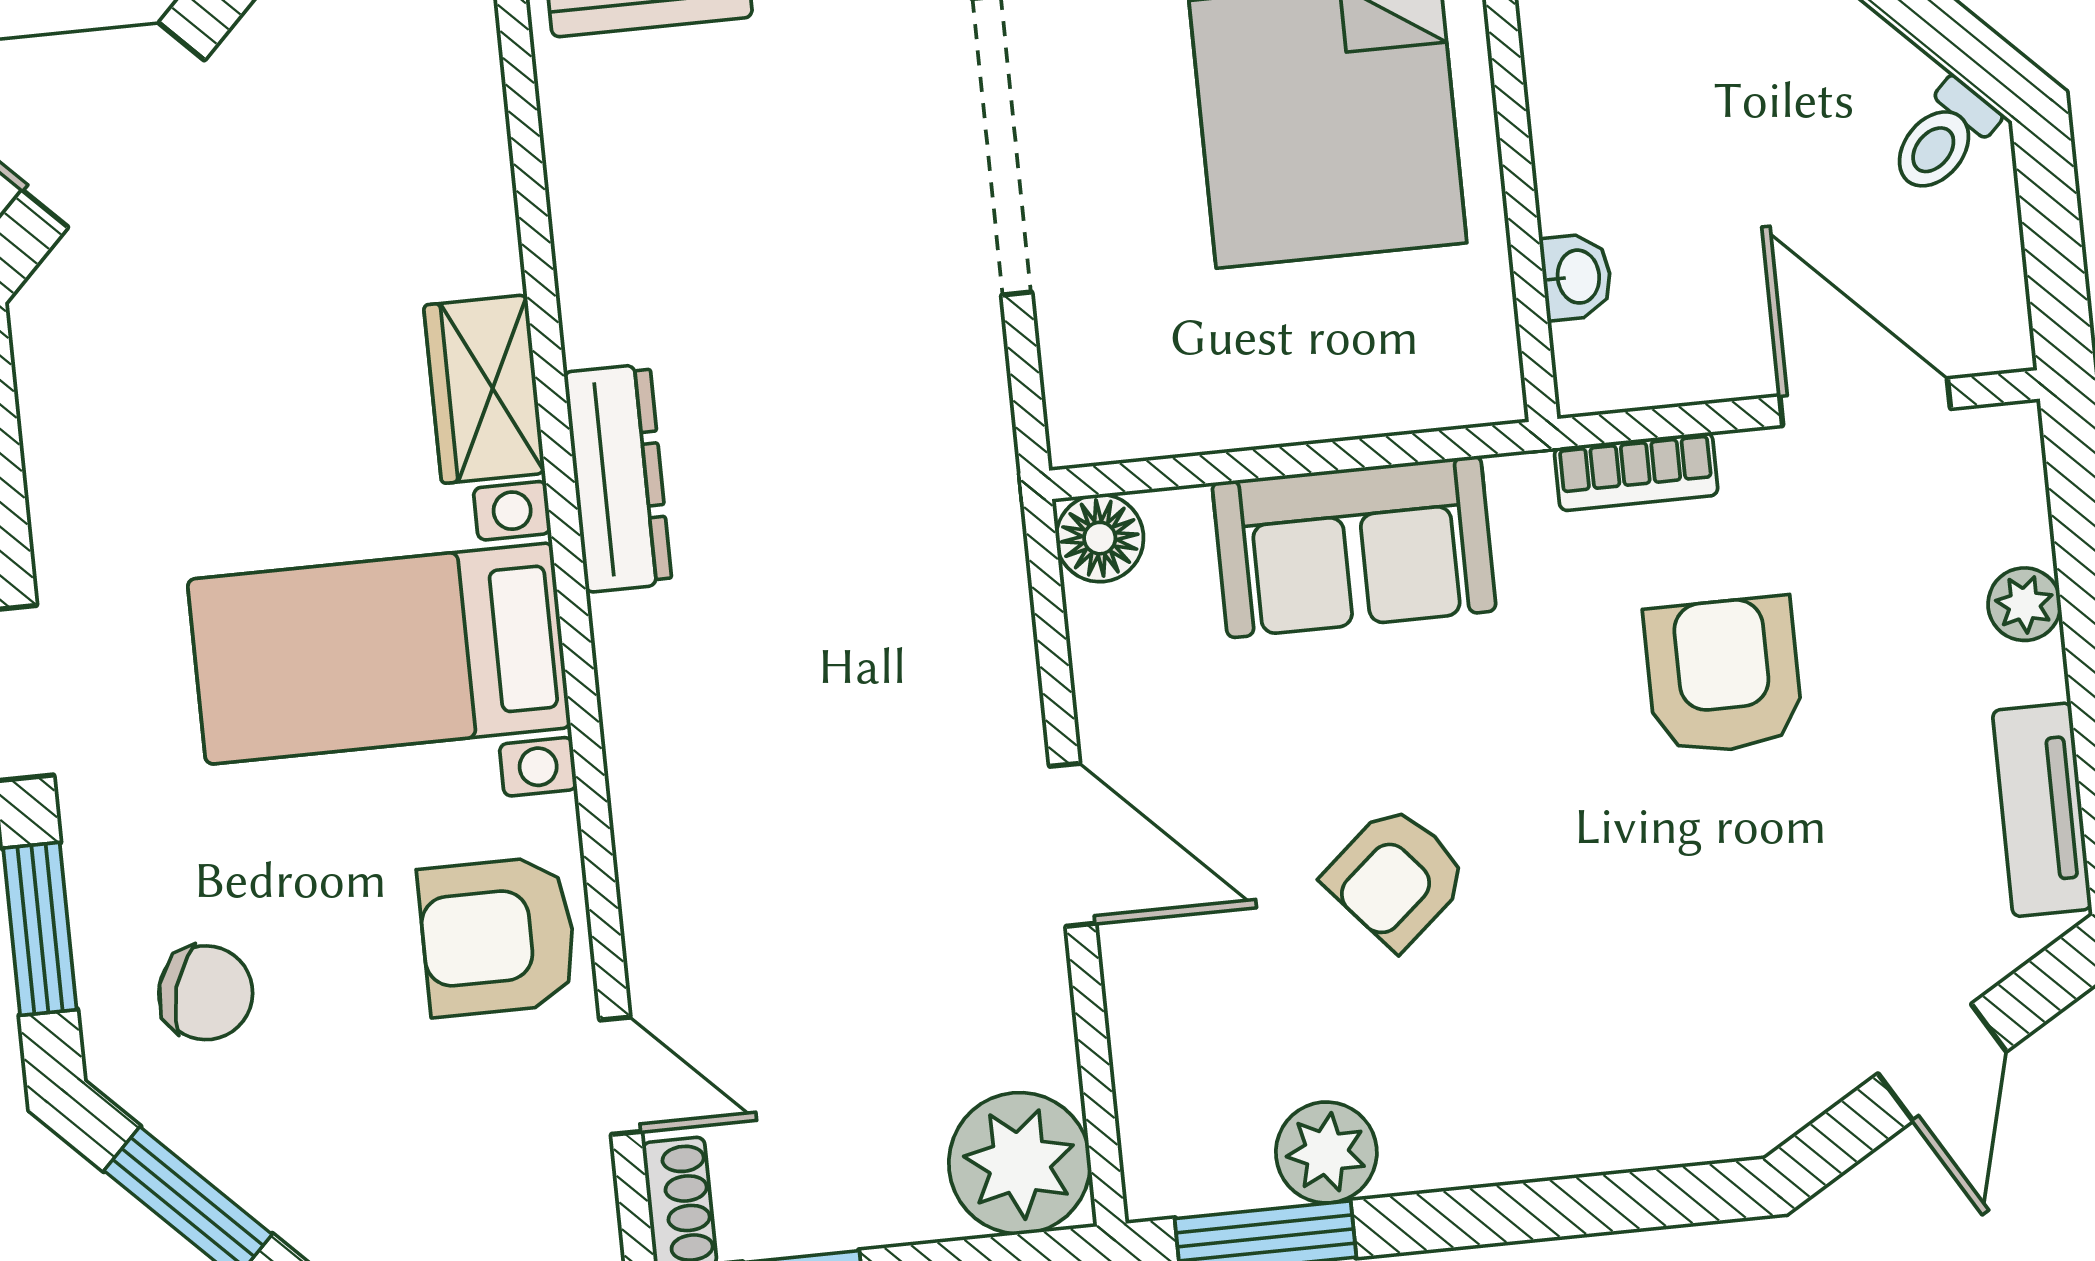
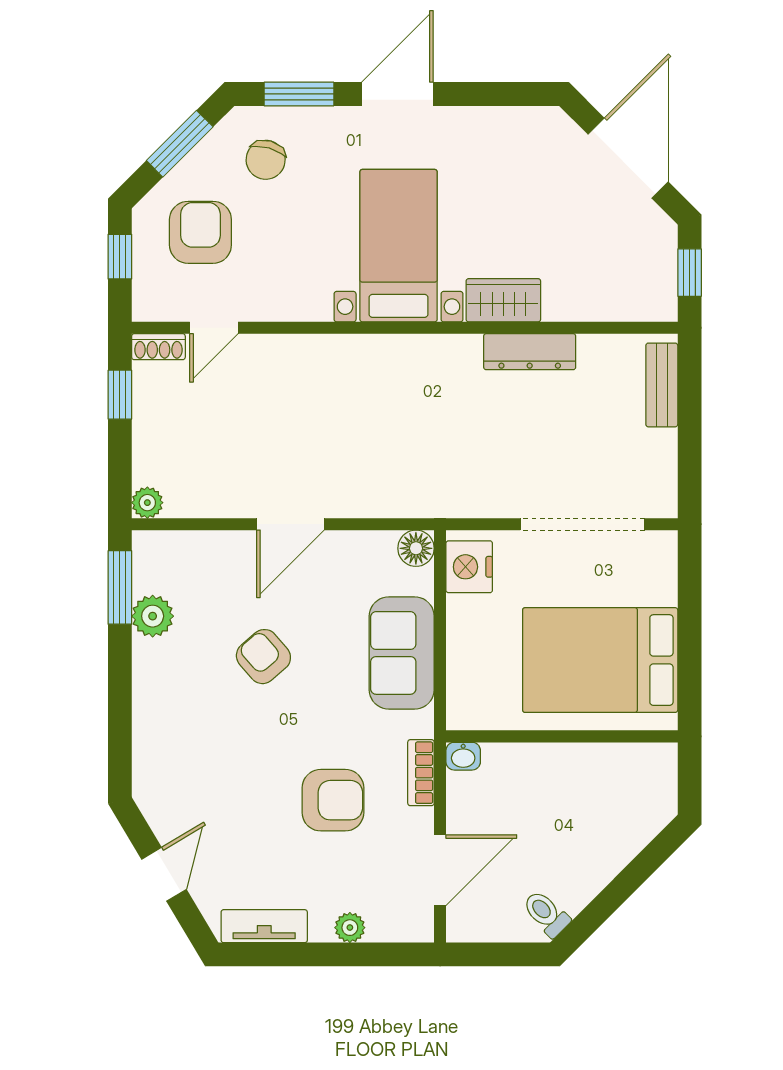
washbasin: (1576, 277) -> (463, 756), moved
nightstand: (1131, 406) -> (469, 567), added
dresser: (618, 478) -> (530, 352), moved
armchair: (498, 936) -> (200, 232), moved
door: (1942, 1062) -> (164, 874), swing flipped
plant: (1020, 1163) -> (147, 503), width x0.53, depth x0.53

